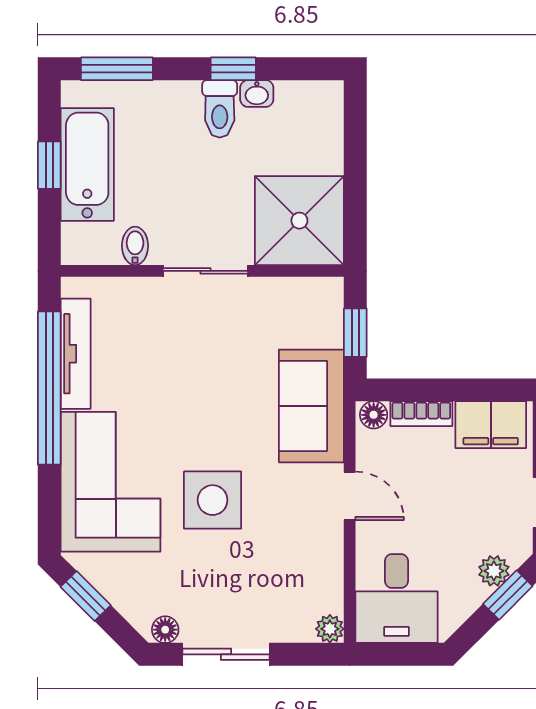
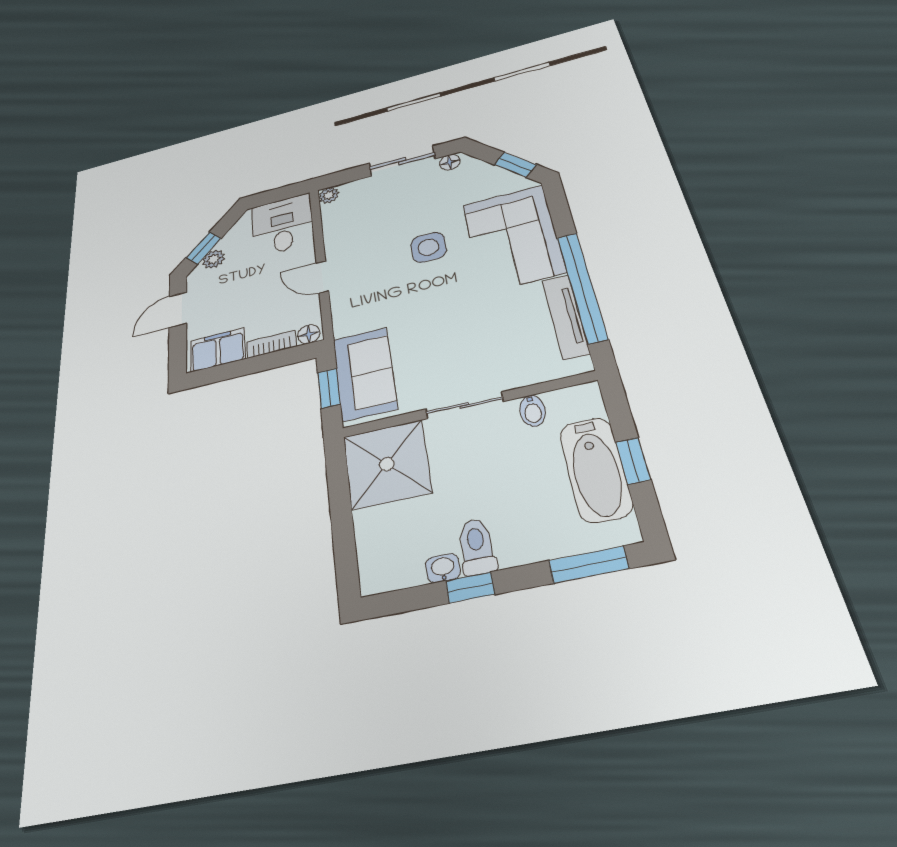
sofa: (311, 406) -> (365, 374), moved
side table: (213, 500) -> (428, 247), width x0.73, depth x0.73

